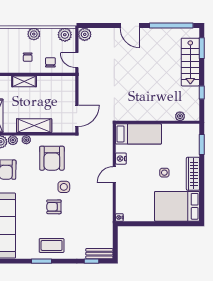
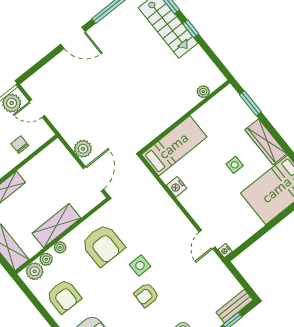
plant: (85, 34) -> (83, 149), moved
door: (77, 60) -> (37, 109), moved
window: (202, 93) -> (191, 29), moved
door: (114, 175) -> (207, 239), moved

